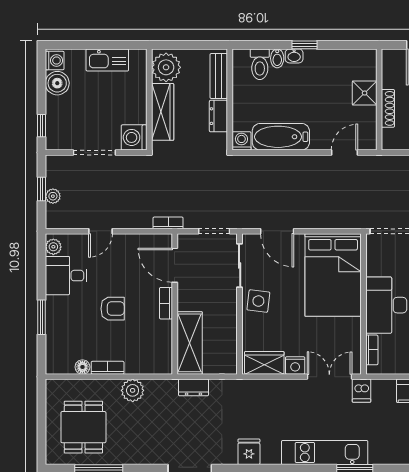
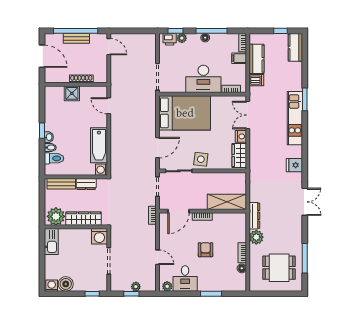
kitchen sink: (107, 60) -> (51, 242), moved
dresser: (194, 387) -> (254, 216), moved, width x1.44
dishwasher: (362, 391) -> (256, 80), moved

